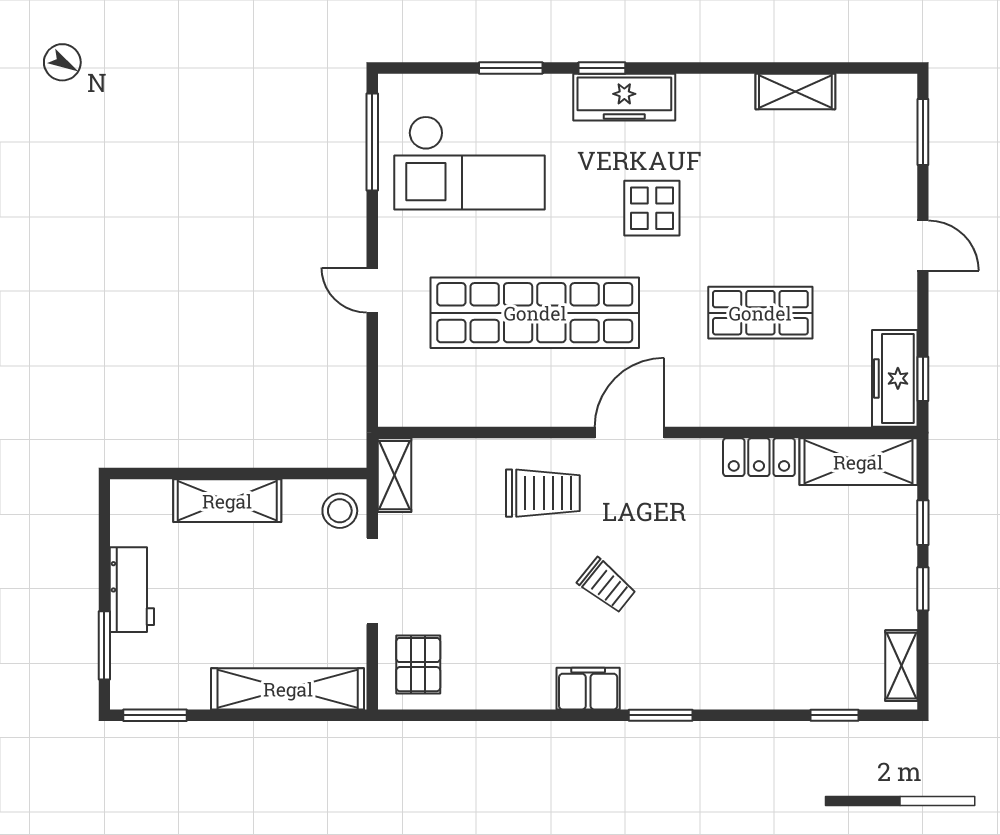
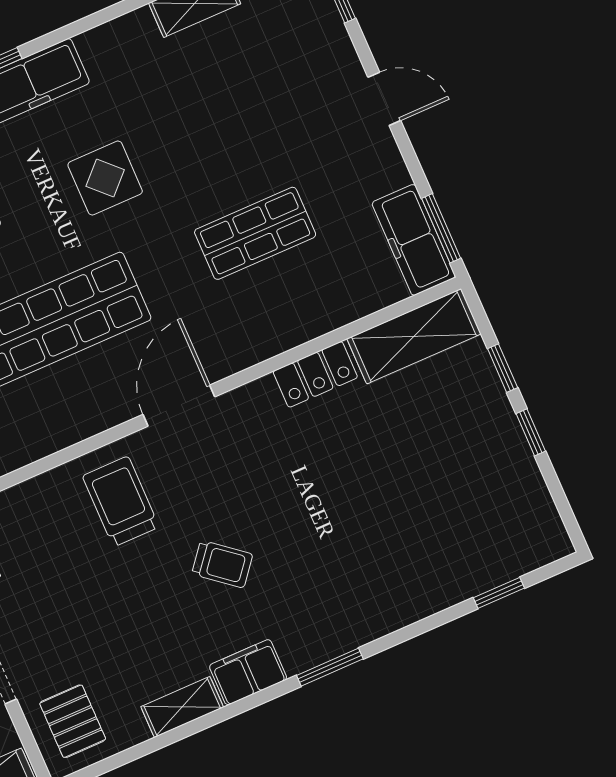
window: (923, 379) -> (441, 228), width x1.50
trolley: (543, 493) -> (121, 501), turned -90
shelving: (901, 666) -> (182, 707), moved, turned 90

